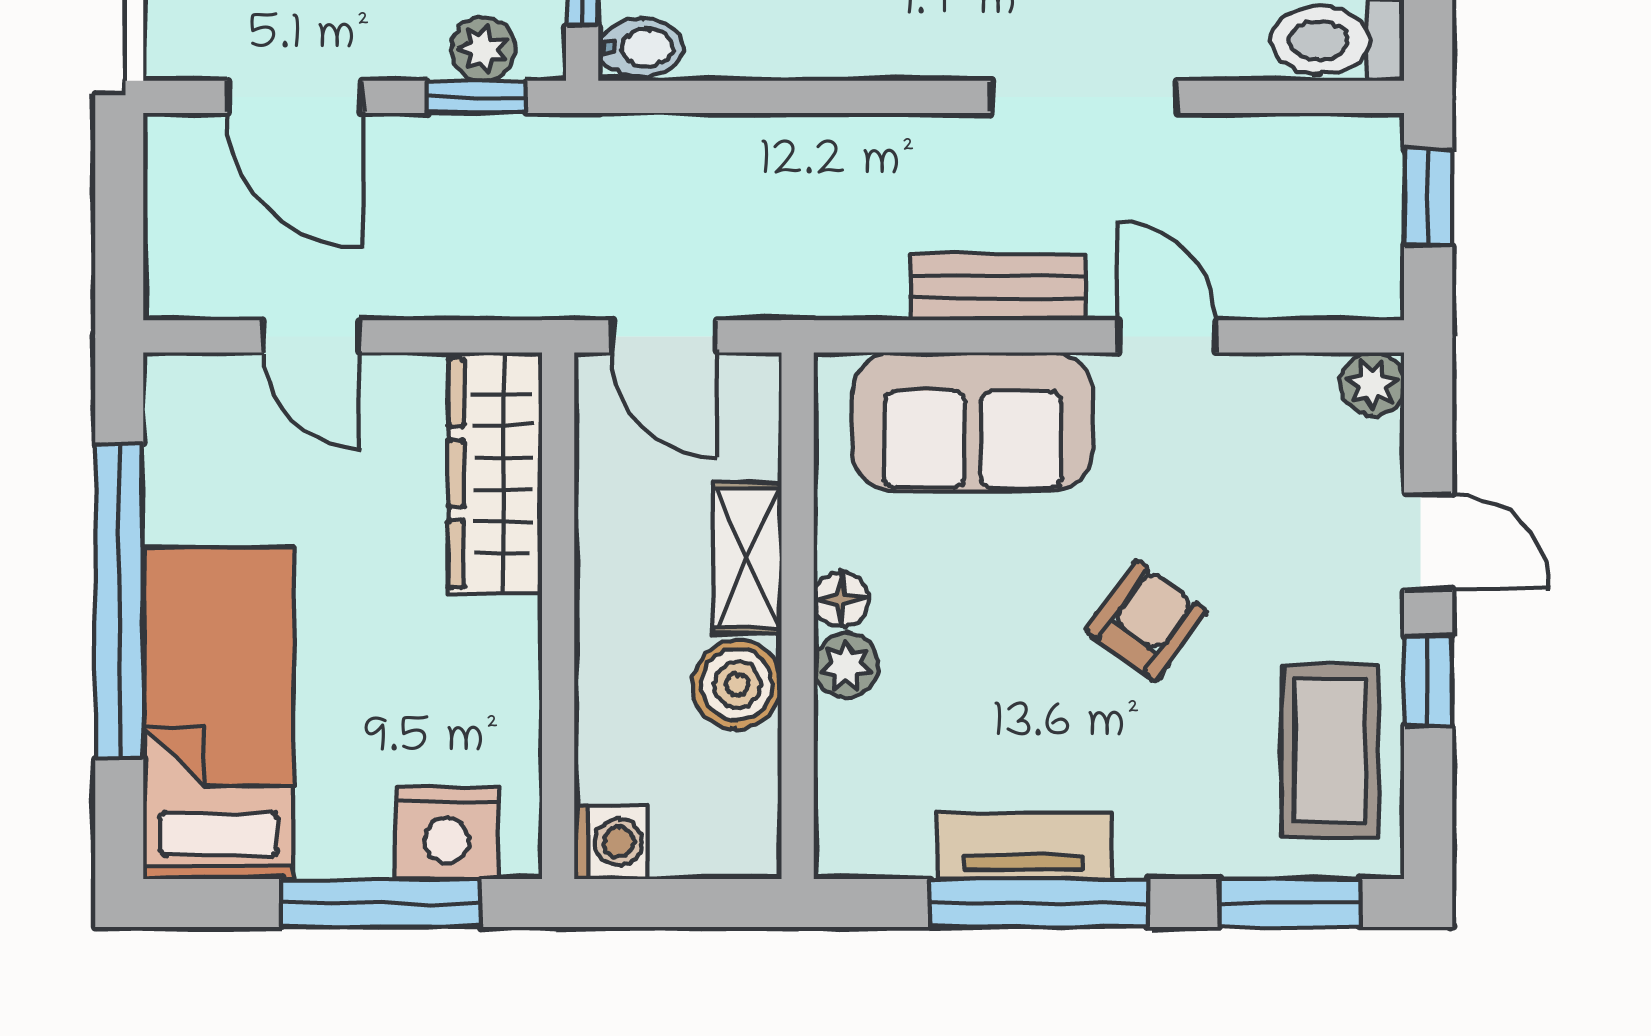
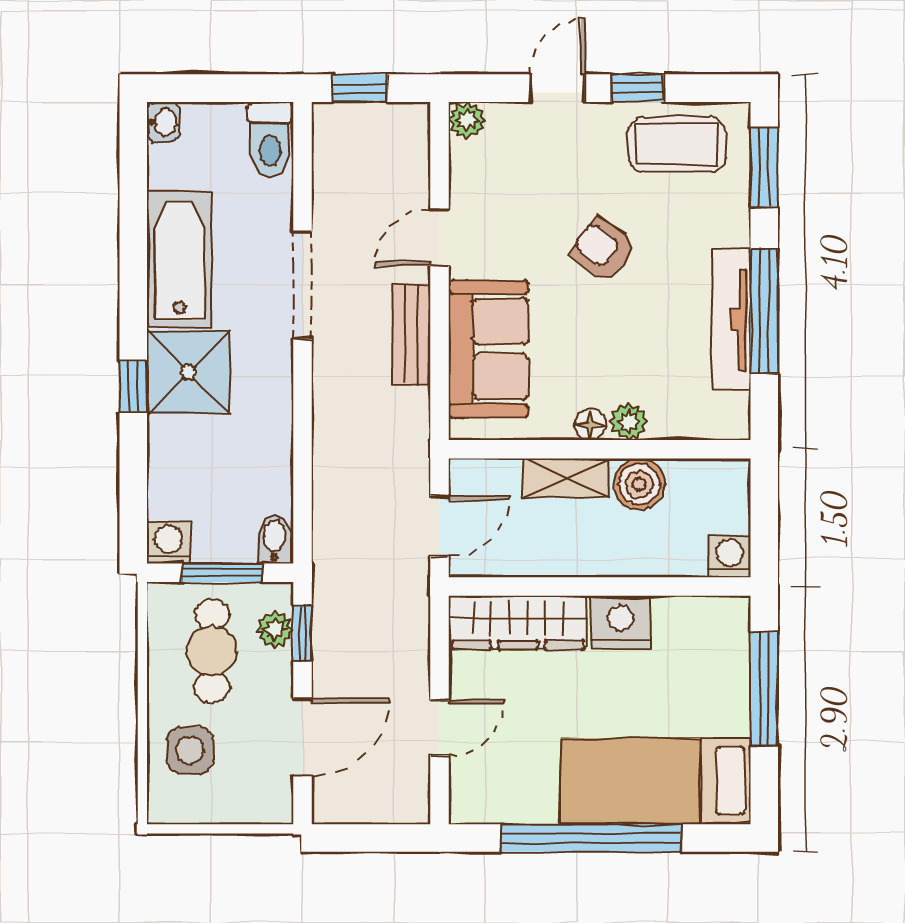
nightstand: (447, 833) -> (621, 622), moved, turned -90
tv unit: (1024, 846) -> (731, 320), width x1.41

